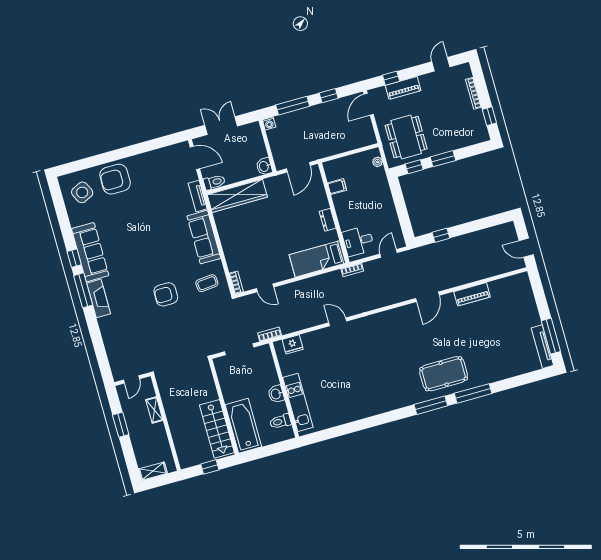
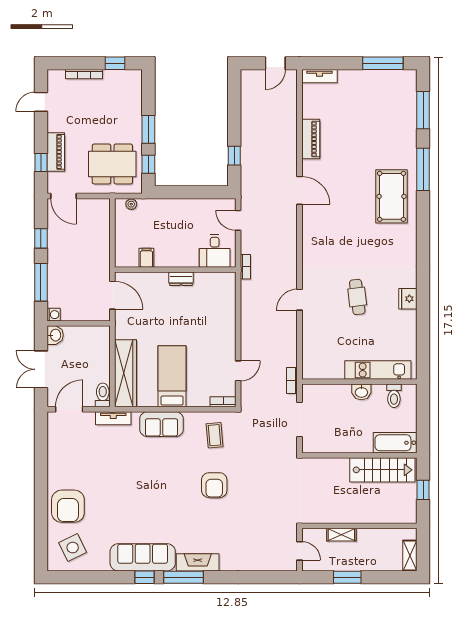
door: (441, 64) -> (41, 102), hinge flipped
washbasin: (264, 166) -> (55, 335), moved, turned -90
sofa: (204, 237) -> (161, 424), width x0.73
bed: (317, 259) -> (172, 376), moved, turned 180
fridge: (293, 344) -> (408, 299), moved, turned 180
tv unit: (542, 347) -> (319, 76), moved, width x0.71
cafe table: (353, 369) -> (357, 297), added
window: (431, 405) -> (423, 110), moved
bathtub: (243, 426) -> (395, 443), width x0.73, depth x0.73

